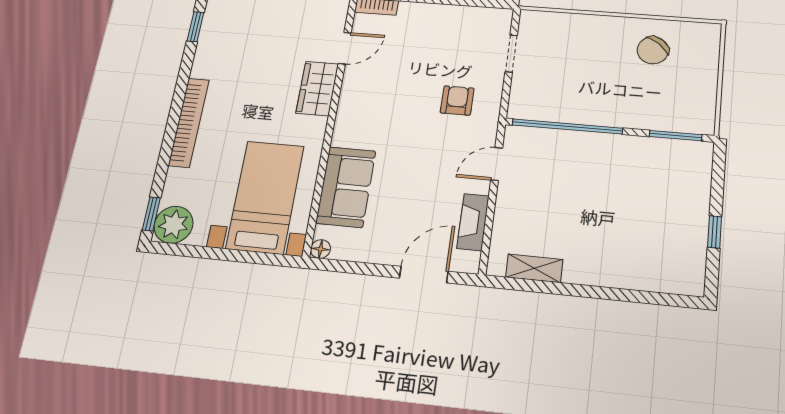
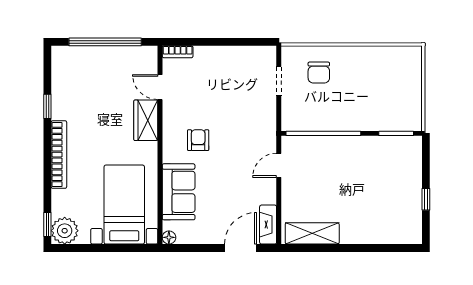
window: (195, 27) -> (47, 106), moved
door: (345, 48) -> (160, 87), swing flipped
chair: (653, 50) -> (319, 73), moved, turned -38
armchair: (457, 100) -> (198, 140), moved
fireplace: (473, 222) -> (268, 225), moved
shelving: (534, 268) -> (312, 233), width x1.50, depth x1.33

